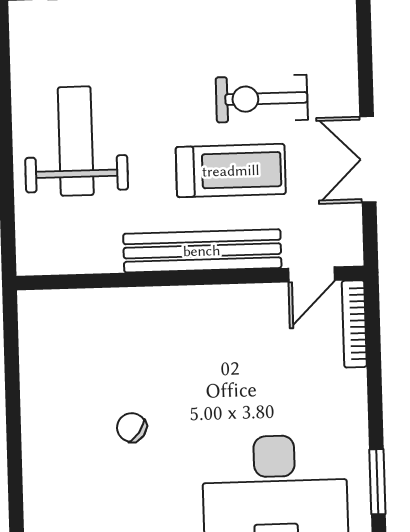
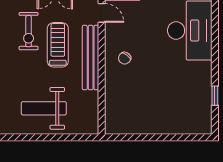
chair: (132, 427) -> (125, 58), moved

